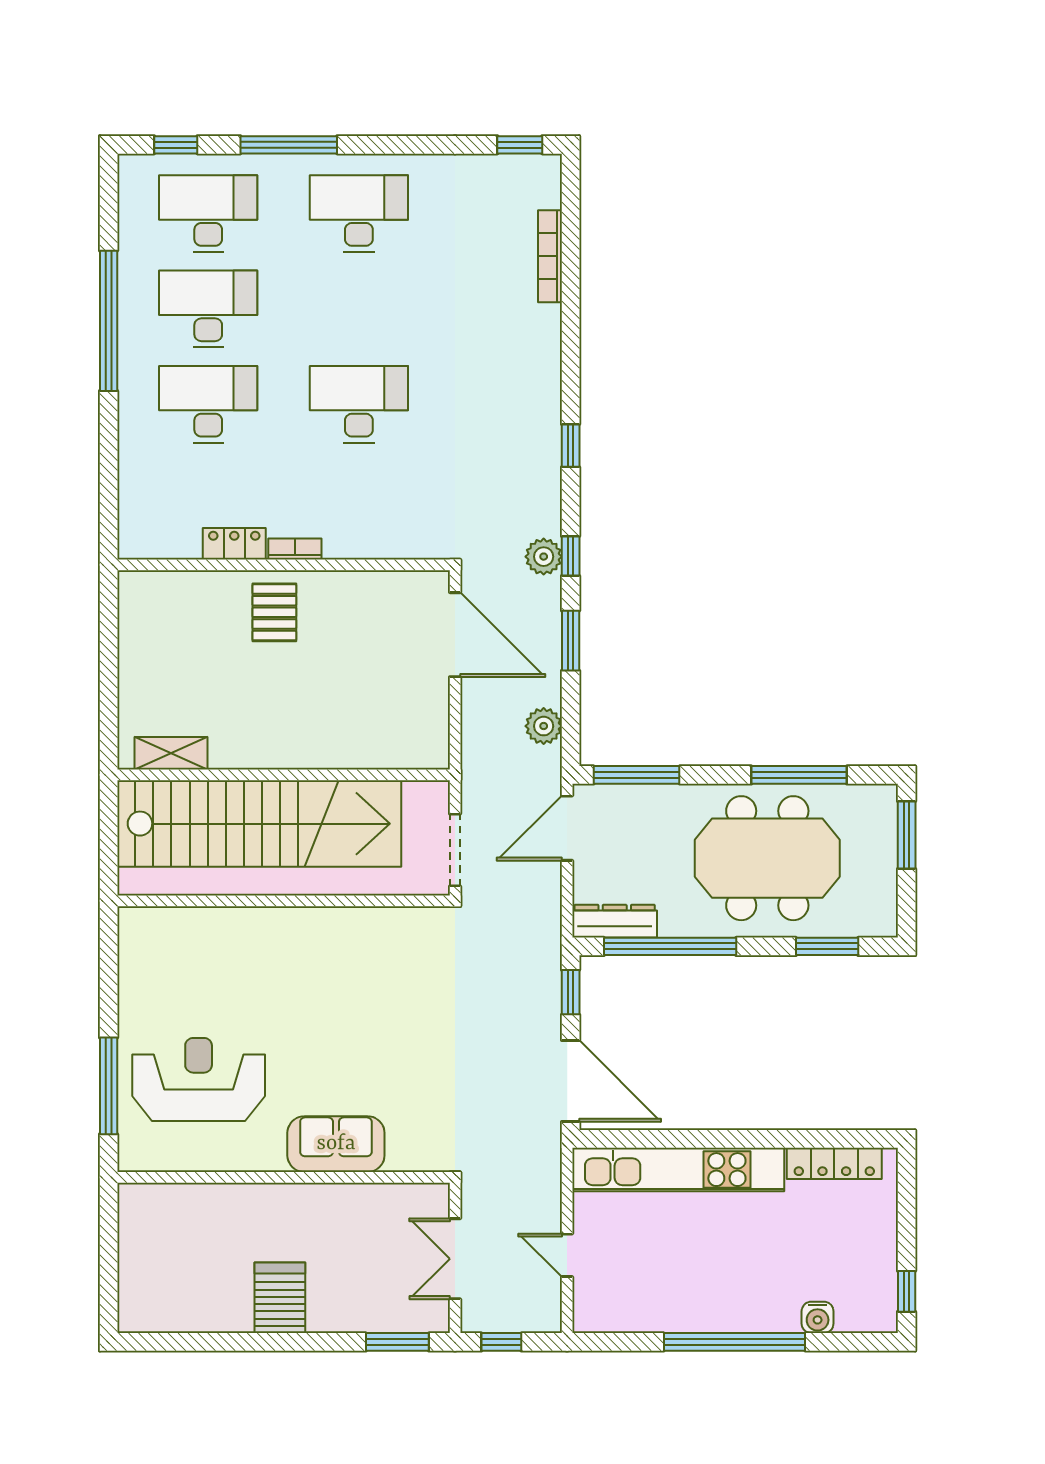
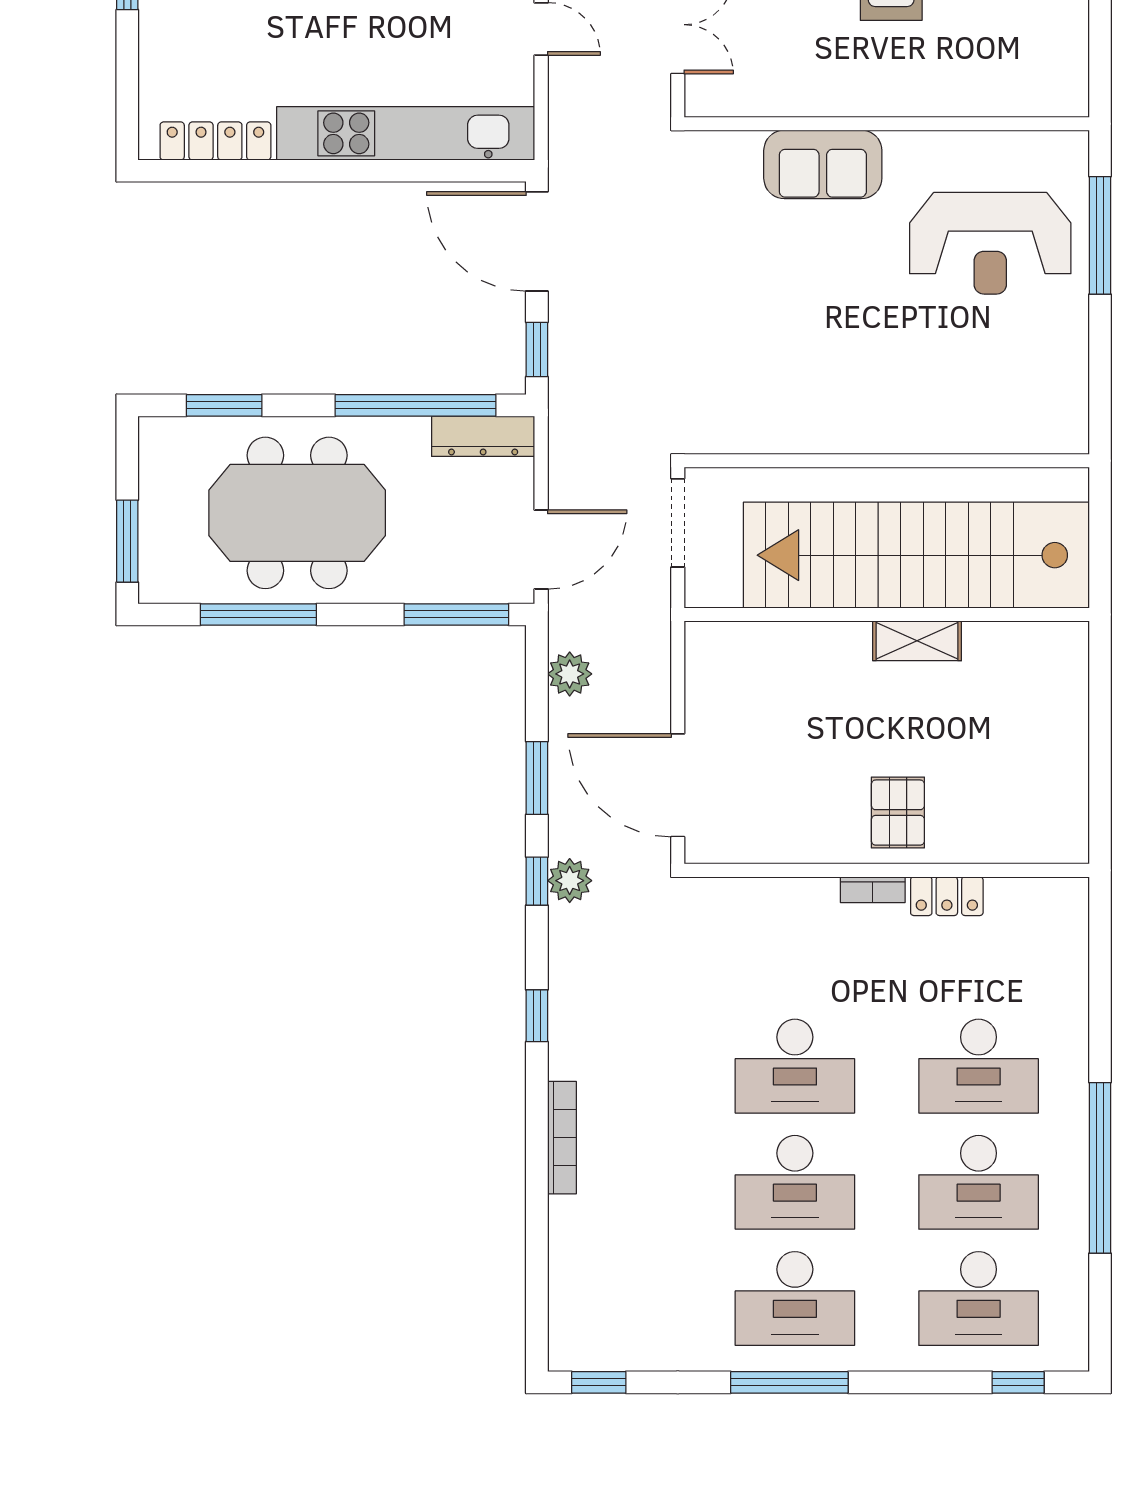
window: (289, 145) -> (789, 1382), moved
bookcase: (550, 256) -> (562, 1138), moved
desk: (359, 309) -> (795, 1182), added
shelving: (171, 753) -> (917, 641), moved

